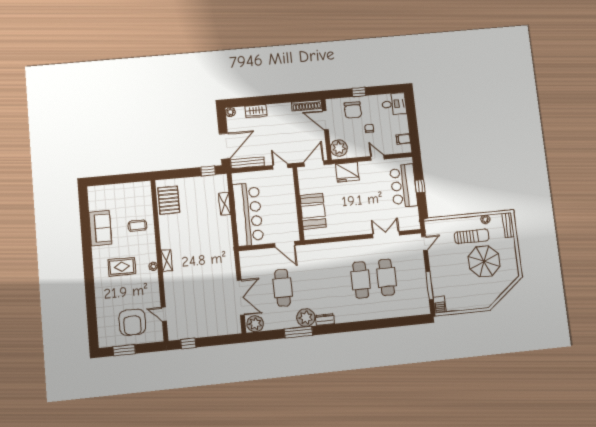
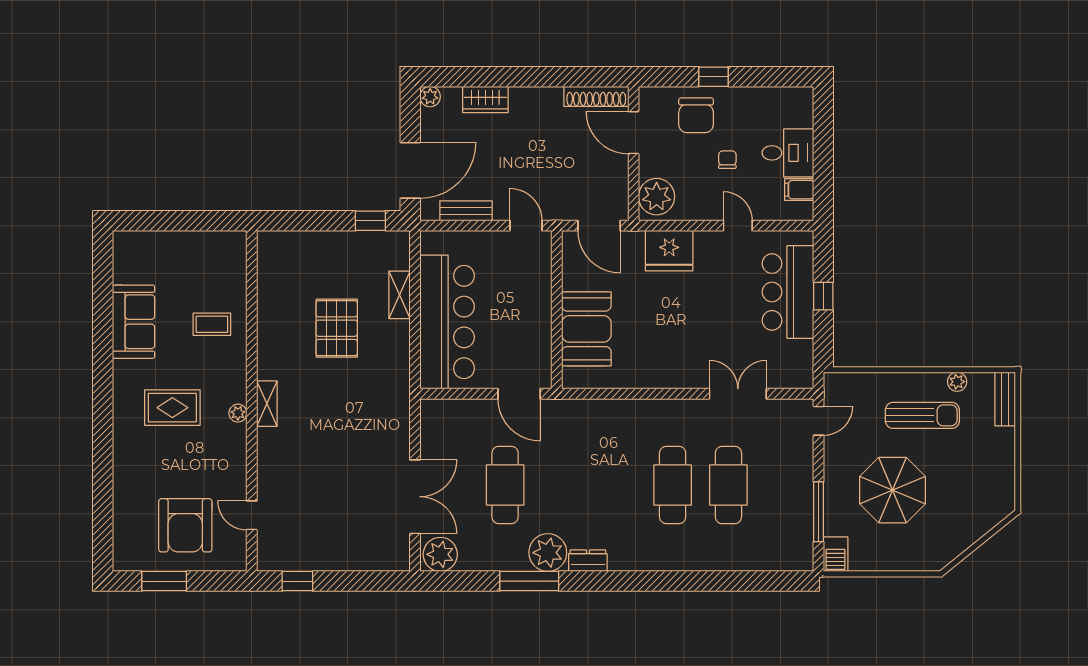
desk: (394, 104) -> (788, 153), moved
bench: (248, 163) -> (466, 211), width x0.73
door: (314, 164) -> (599, 226), swing flipped
pallet: (169, 200) -> (337, 328), moved
parasol: (484, 261) -> (893, 490), moved

